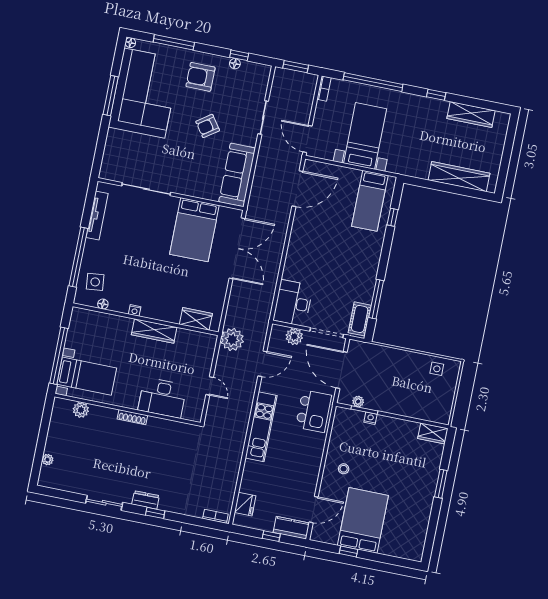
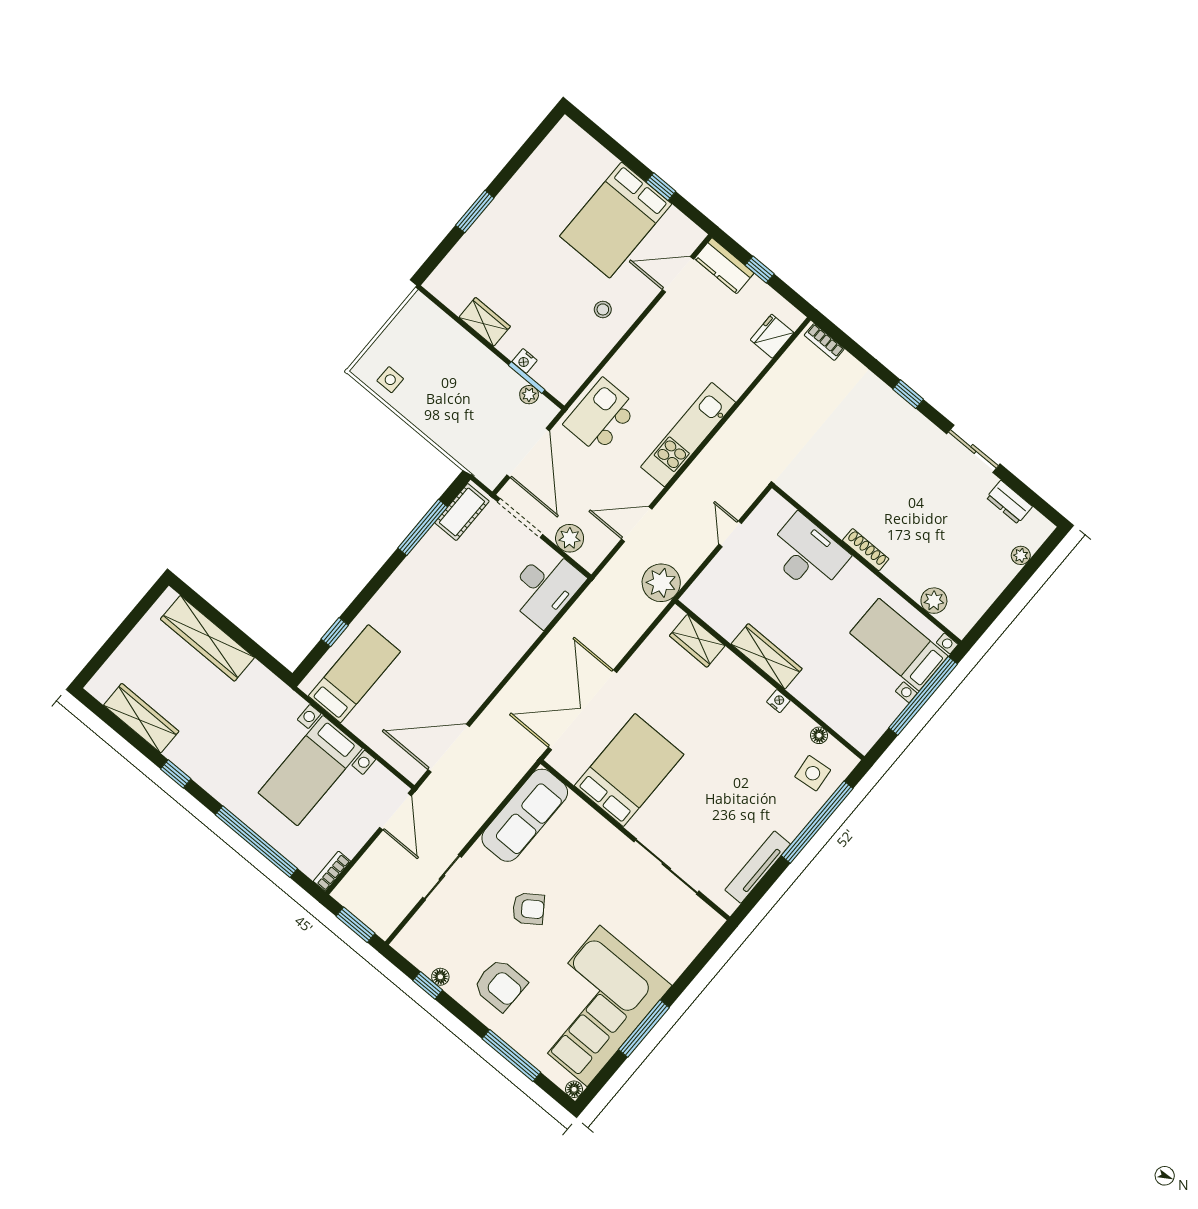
wardrobe: (433, 433) -> (485, 322), moved
dresser: (146, 500) -> (1009, 502), moved

